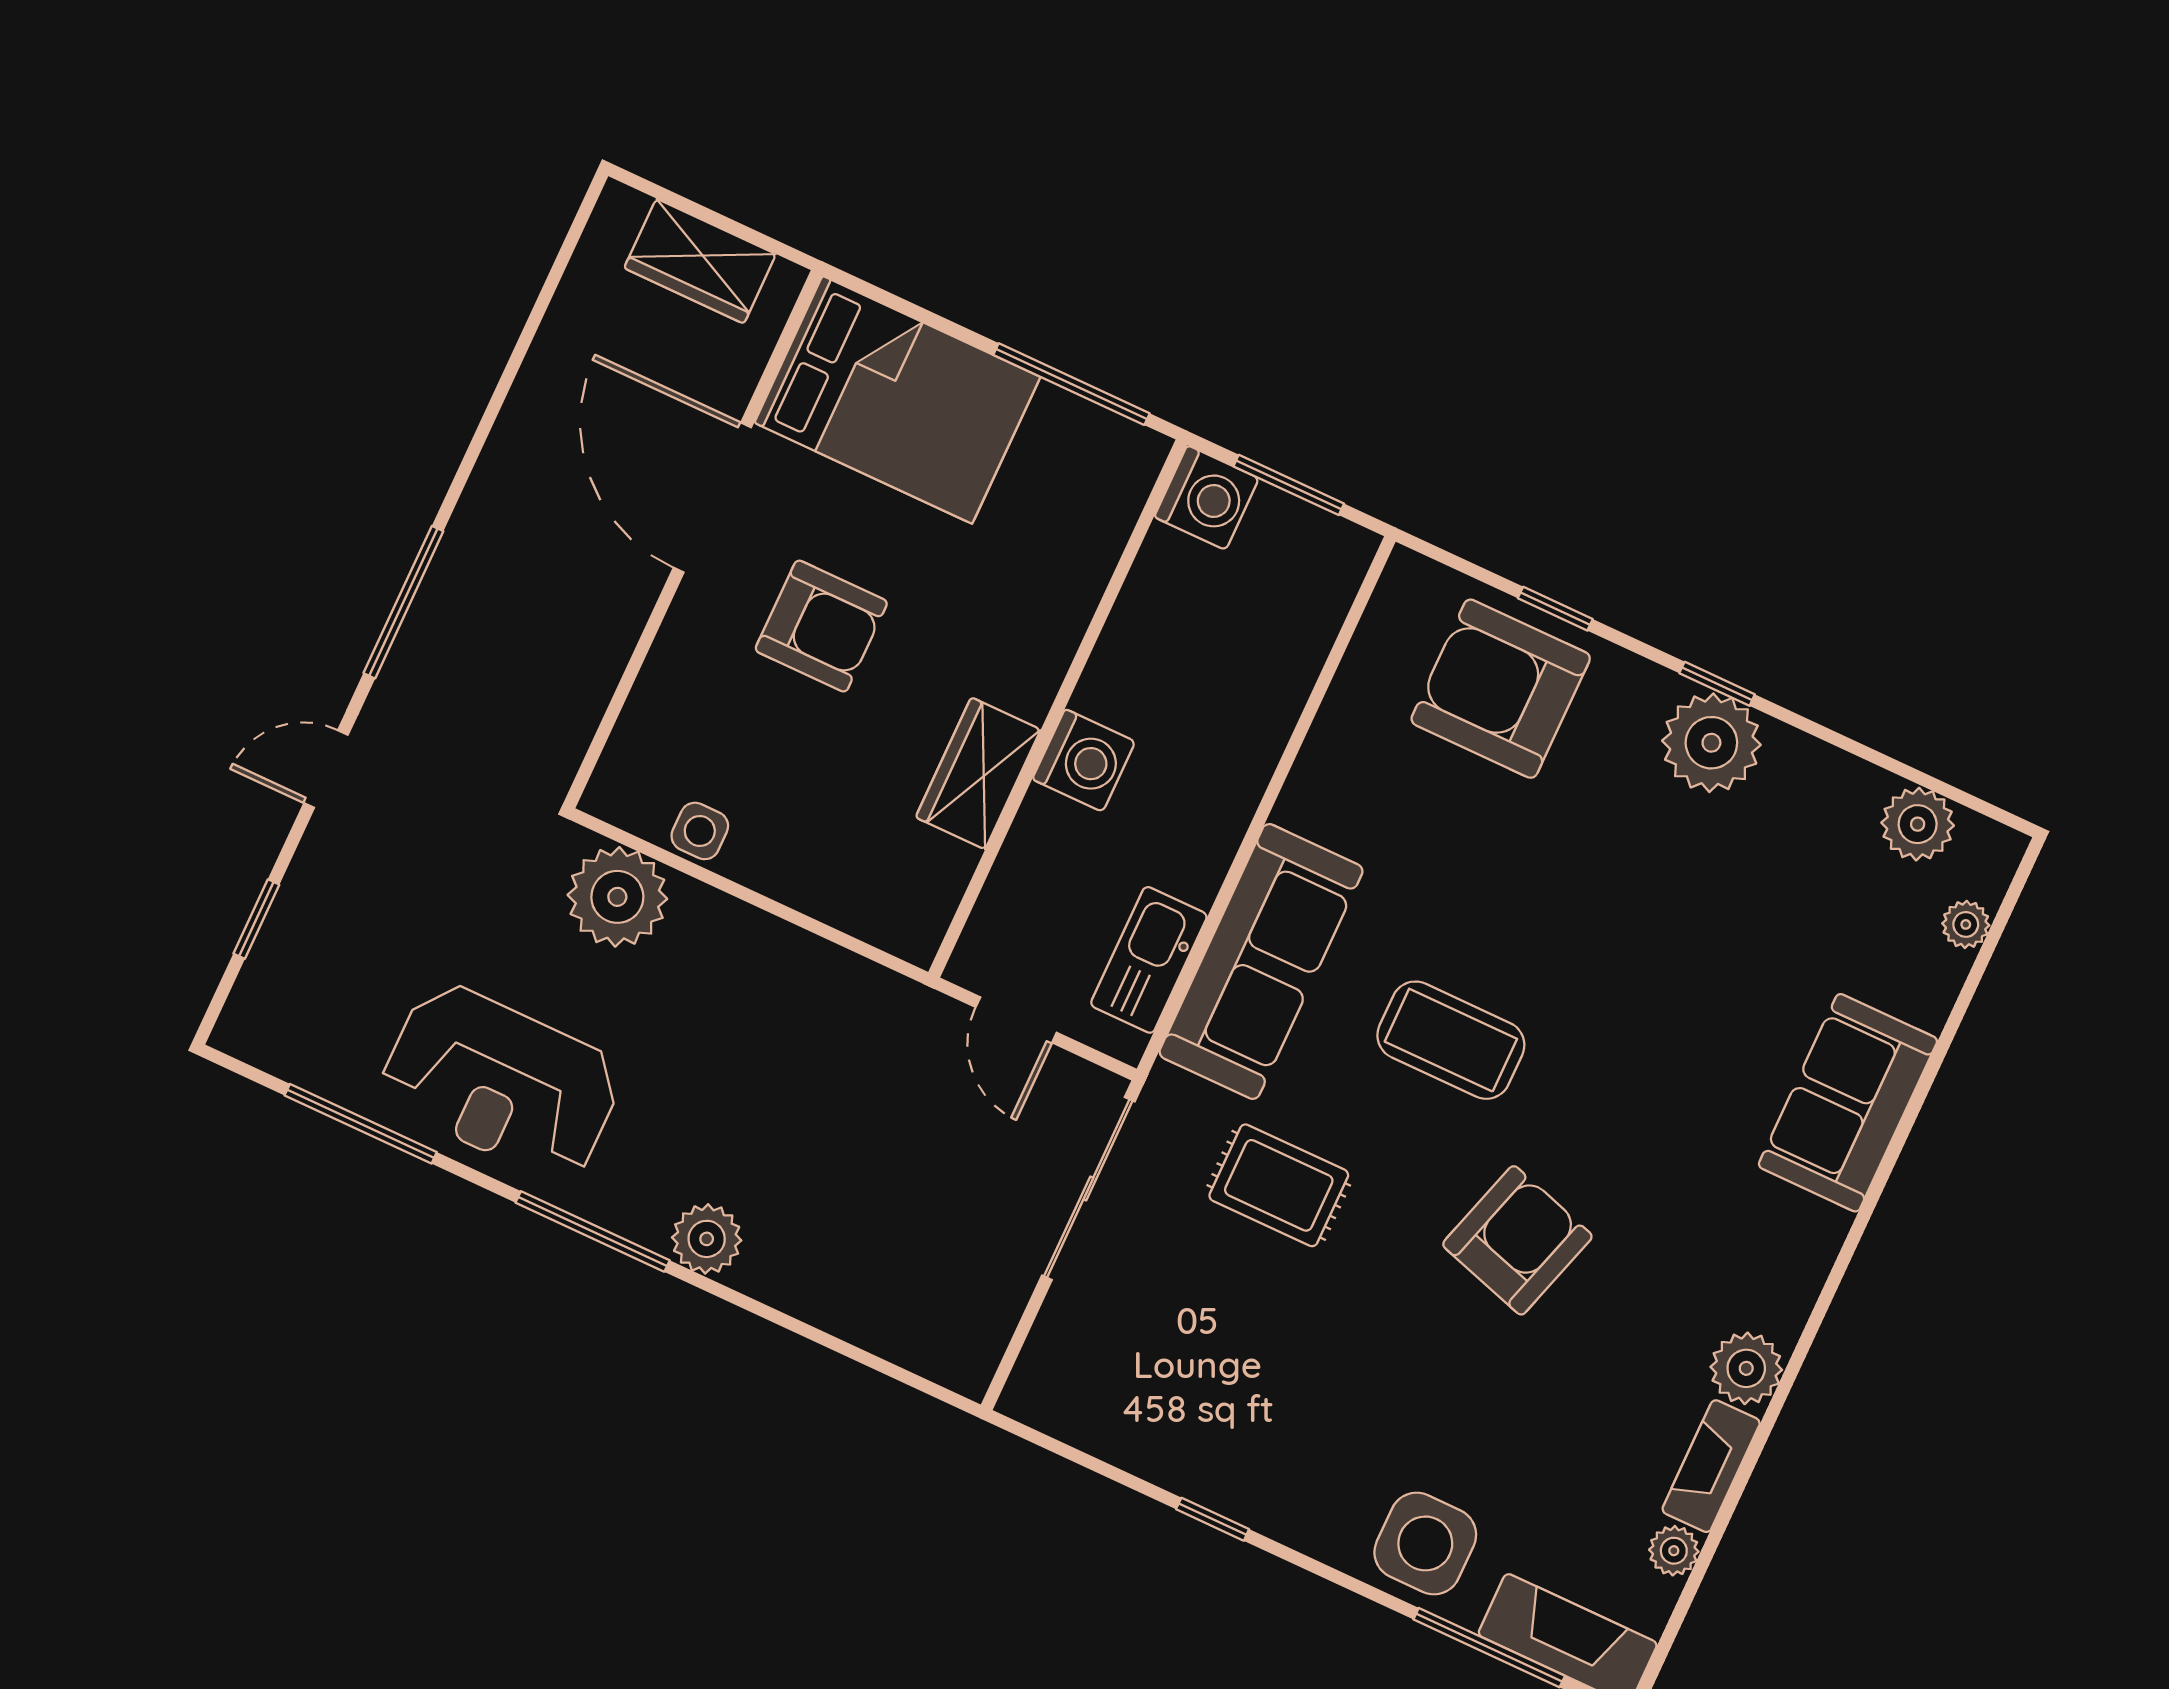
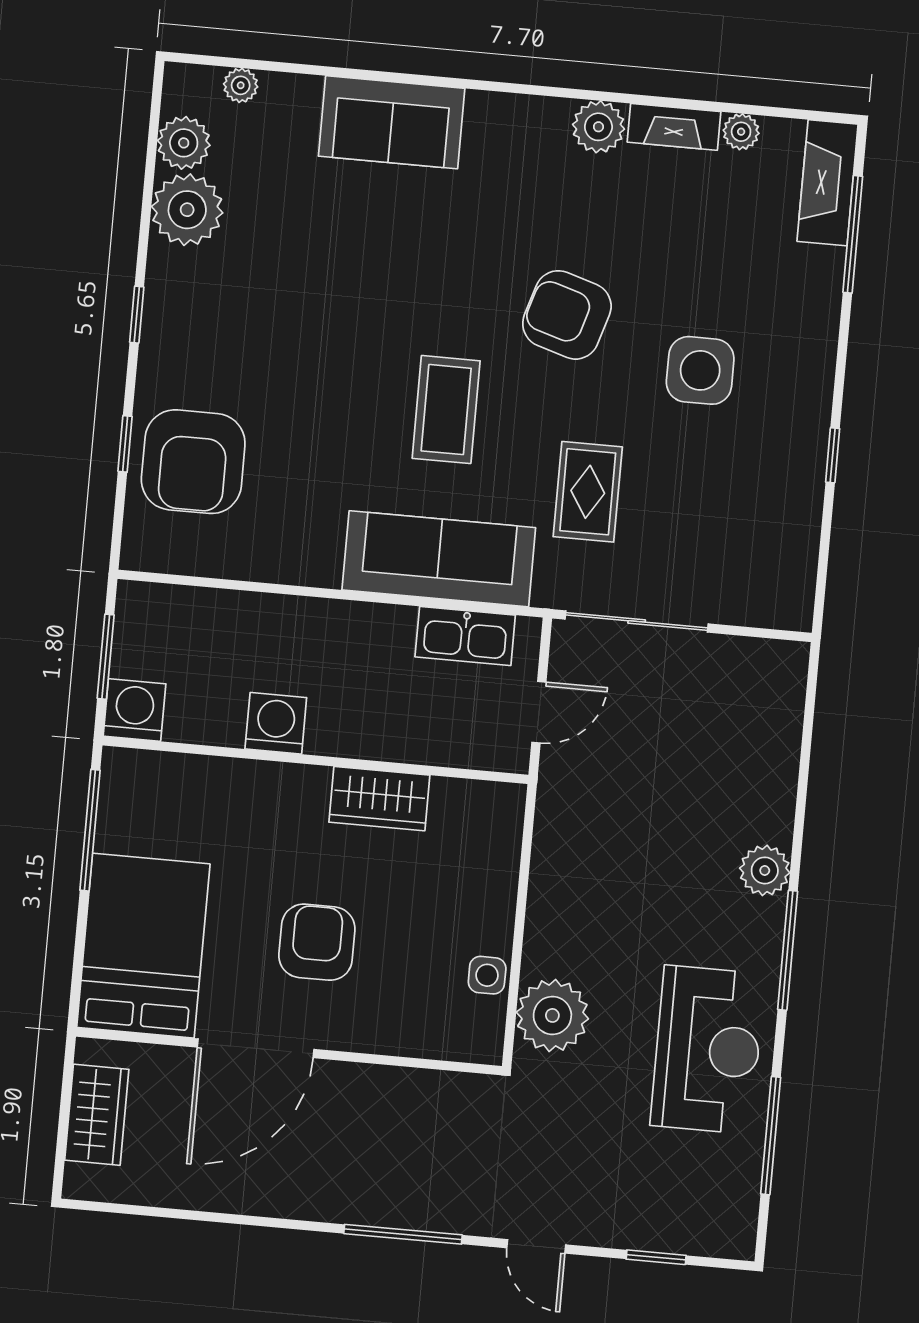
plant: (1711, 743) -> (187, 210), moved
washing machine: (1084, 760) -> (276, 723), moved
side table: (1425, 1543) -> (700, 370), moved

